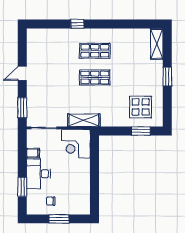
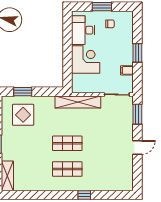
shelving: (84, 120) -> (78, 102), width x1.47
corner desk: (76, 144) -> (86, 60), moved
desk: (38, 174) -> (83, 30), moved, turned 180
window: (22, 187) -> (137, 53), moved

